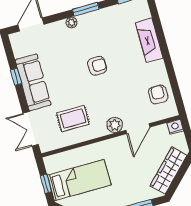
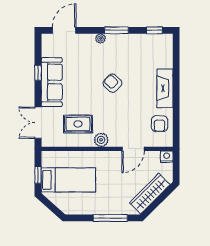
fireplace: (149, 40) -> (165, 88), moved
armchair: (97, 66) -> (112, 83), turned -136
armchair: (158, 94) -> (159, 124), turned 180
plant: (115, 125) -> (101, 140), moved

